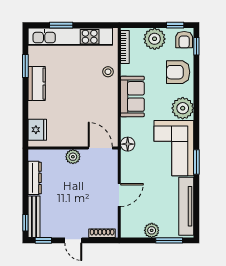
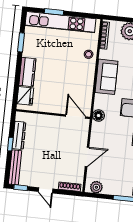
kitchen counter: (37, 84) -> (27, 72), moved
plant: (73, 157) -> (52, 121), removed
window: (25, 223) -> (10, 144), moved
plant: (152, 230) -> (96, 187), moved

